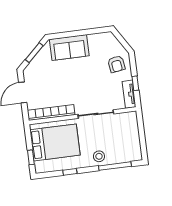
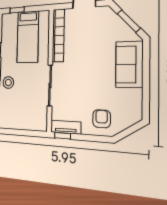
armchair: (116, 64) -> (102, 119), turned 99
window: (135, 83) -> (63, 136), moved
bed: (55, 142) -> (28, 37), width x0.67

